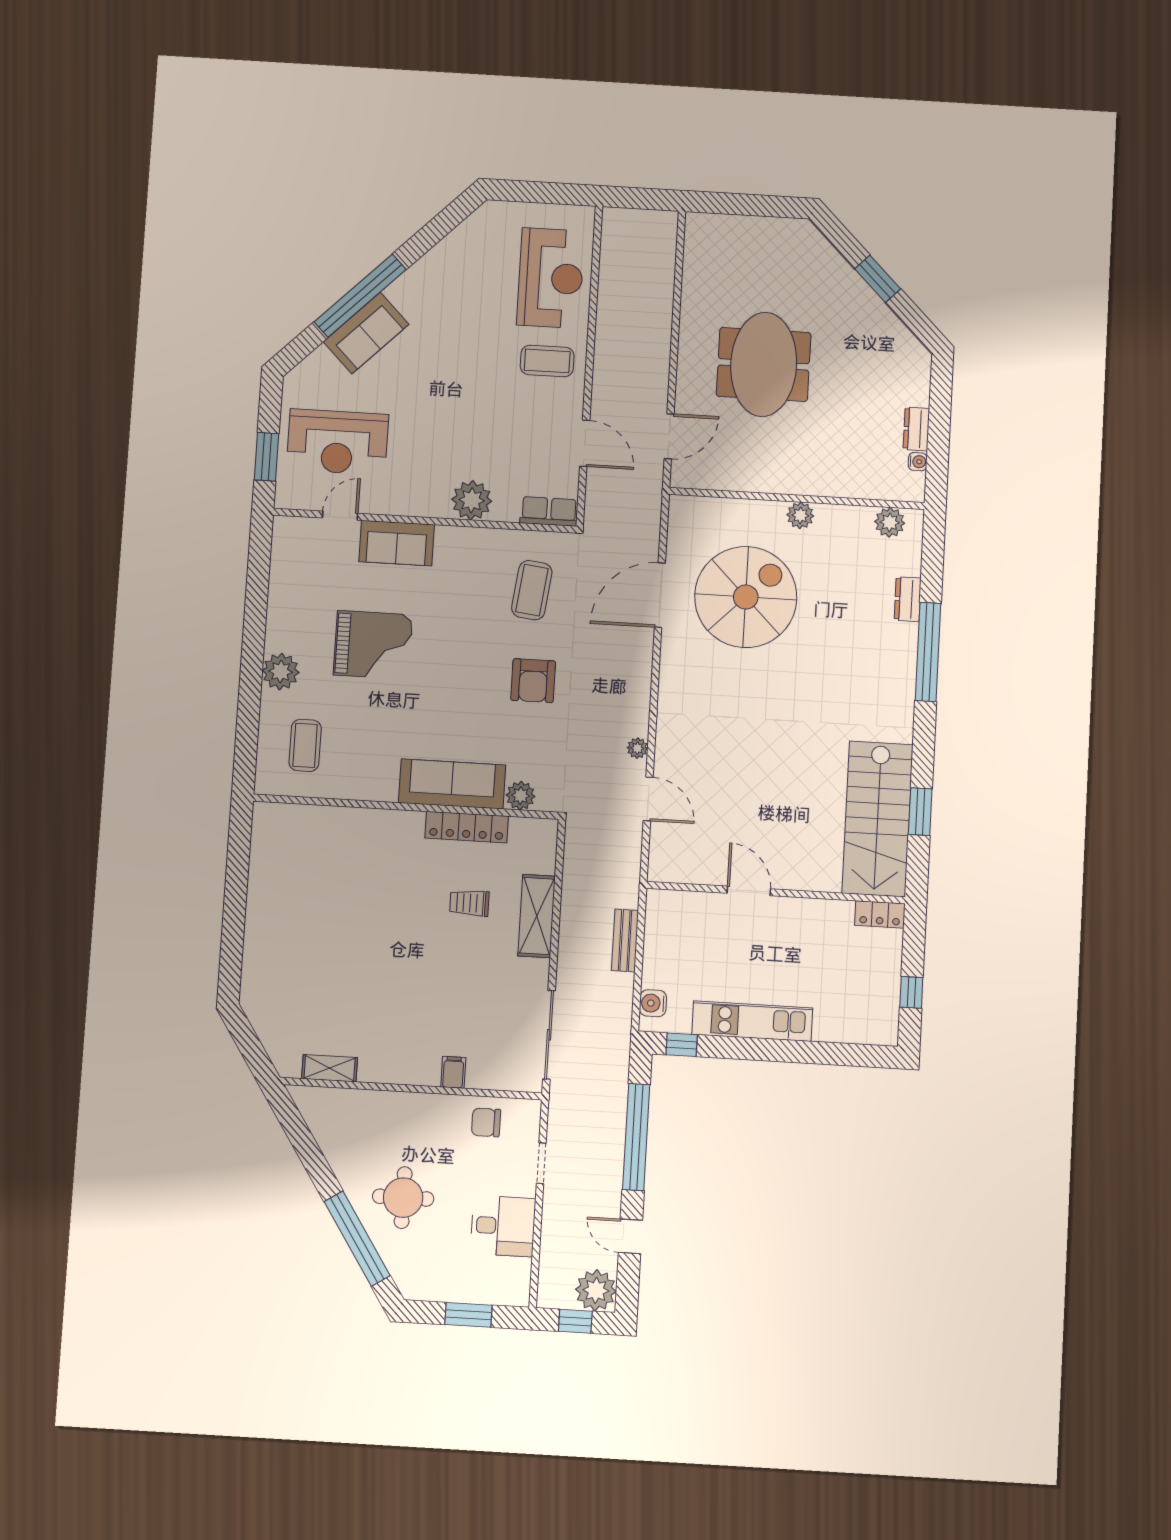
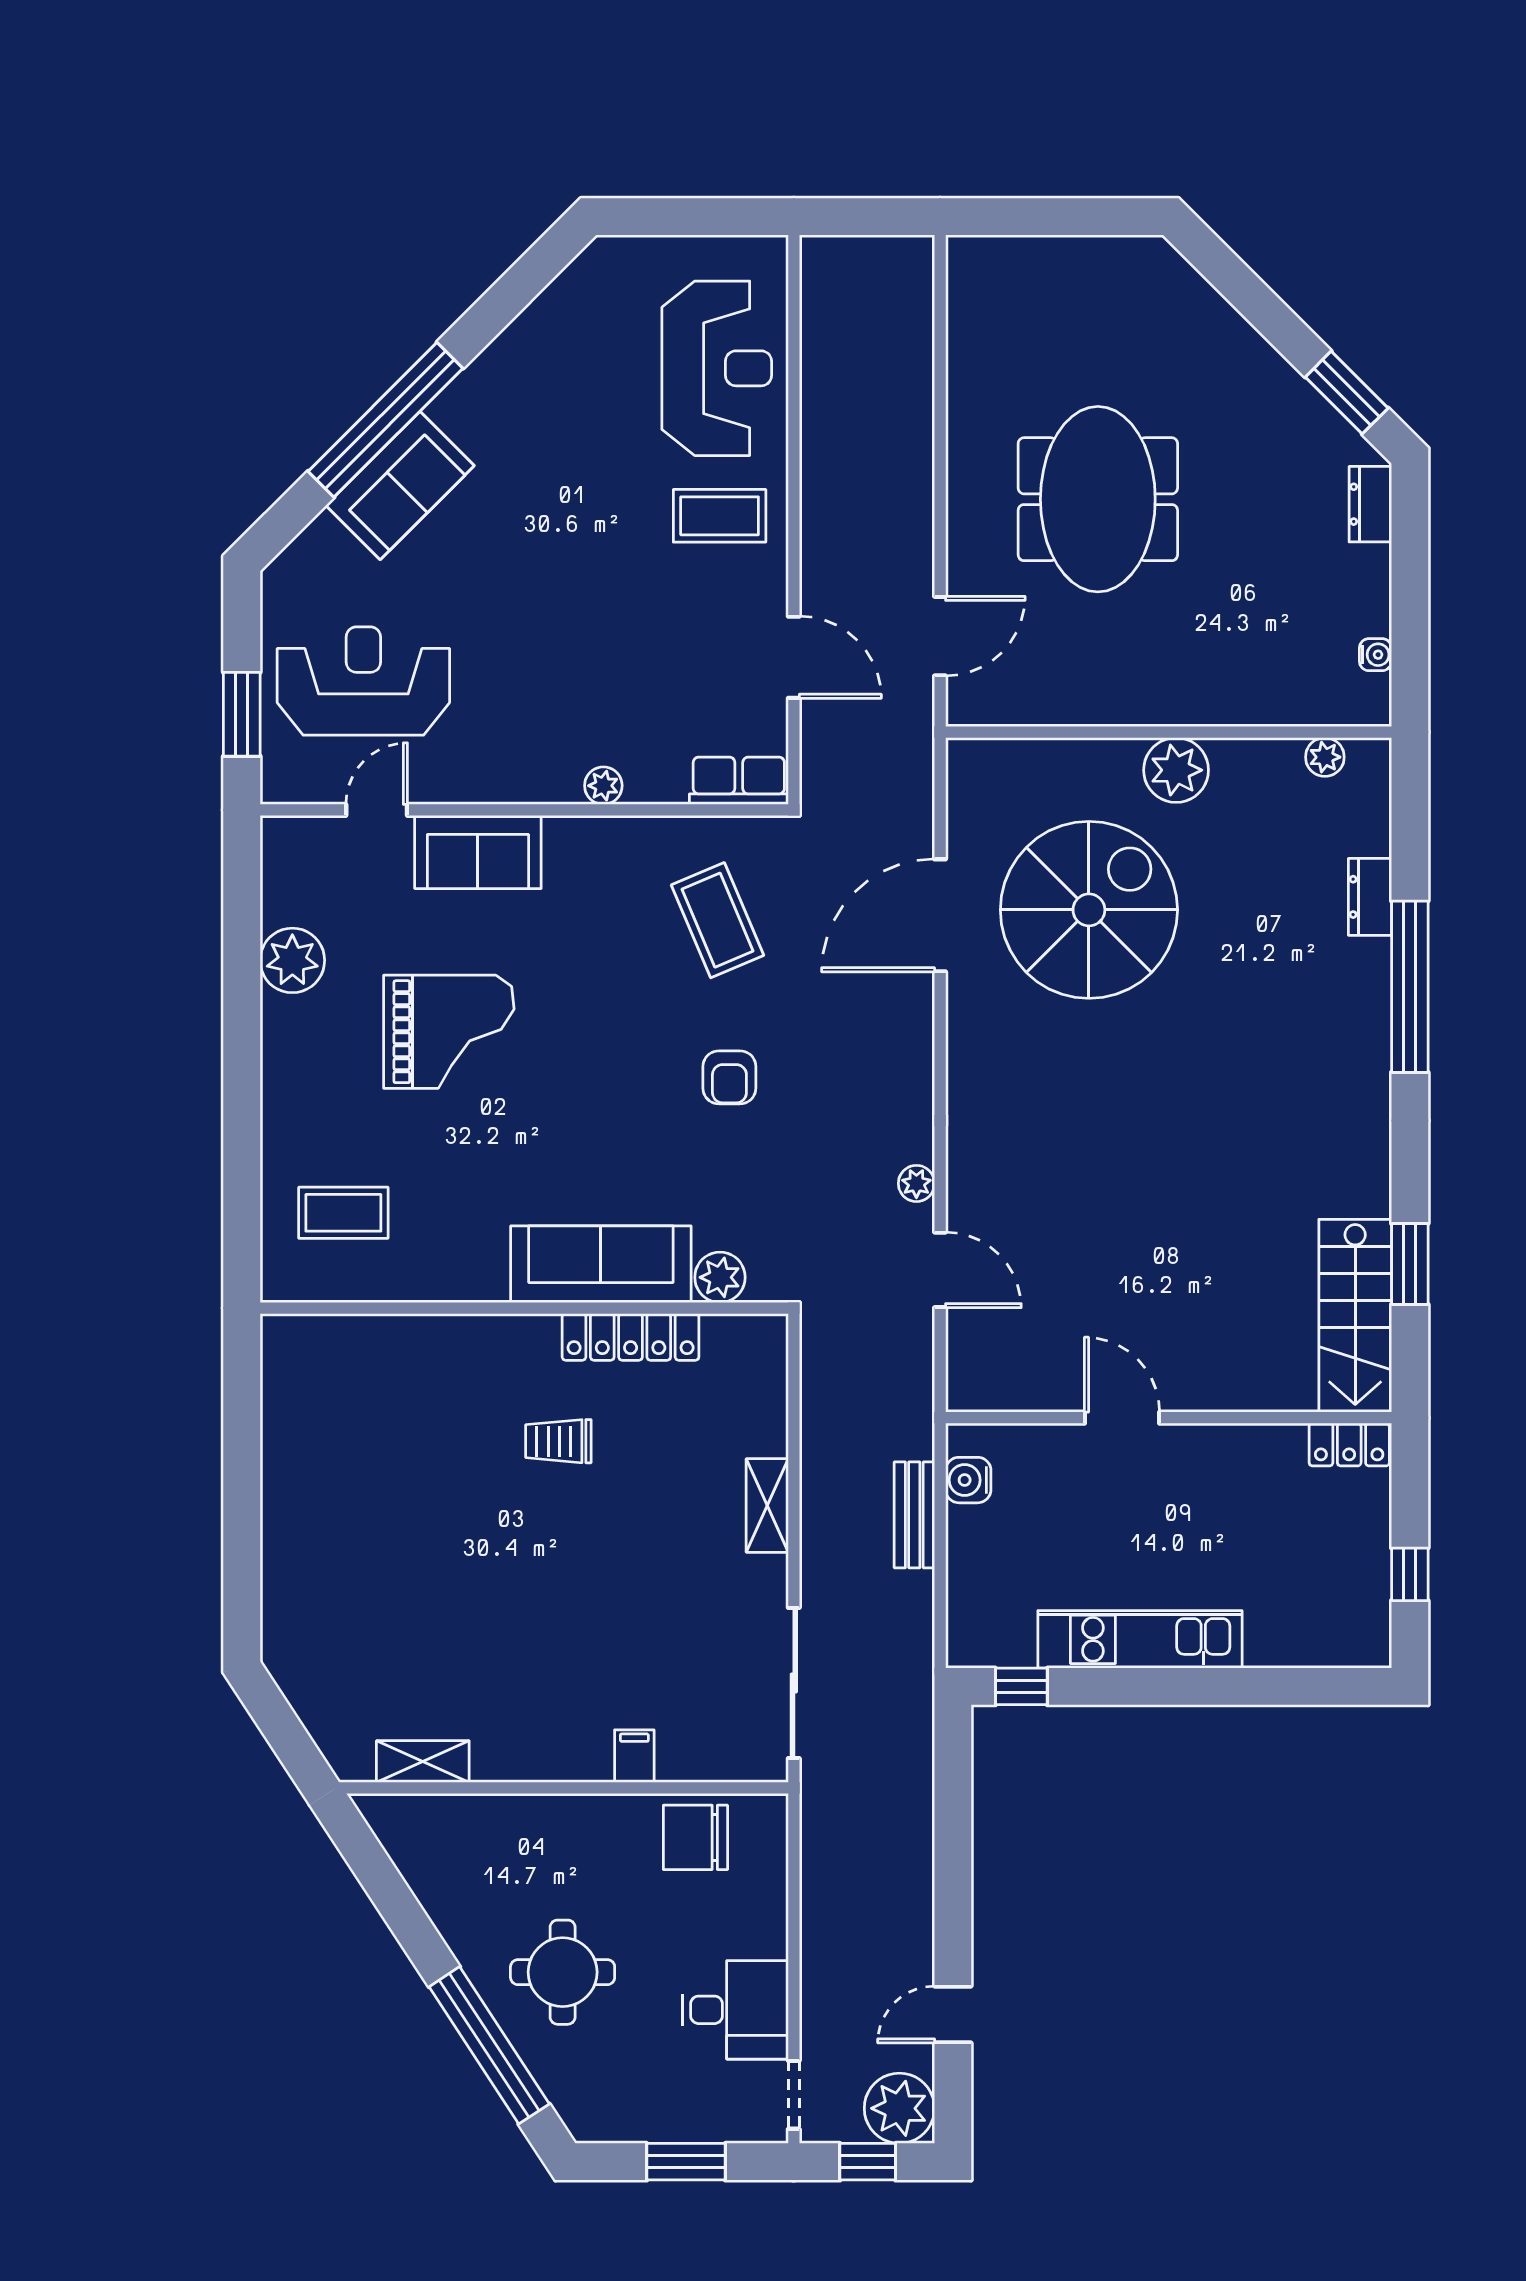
window: (878, 279) -> (1347, 393), moved
dresser: (916, 429) -> (1370, 504), moved
reception desk: (337, 442) -> (363, 681), turned 180
plant: (472, 500) -> (603, 786), width x0.53, depth x0.53
plant: (800, 515) -> (1176, 770), width x1.36, depth x1.36
plant: (890, 522) -> (1325, 757), width x0.73, depth x0.73
coffee table: (532, 590) -> (718, 920), turned -30
plant: (281, 672) -> (292, 960), moved
armchair: (533, 681) -> (729, 1077), width x0.72, depth x0.72
coffee table: (305, 745) -> (343, 1213), turned 90
stairs: (877, 819) -> (1355, 1316), width x0.73, depth x0.66
trolley: (469, 903) -> (558, 1441), moved
shelving: (537, 916) -> (767, 1505), width x0.67, depth x0.75
water cooler: (653, 1003) -> (968, 1480), moved
chair: (486, 1122) -> (695, 1837), width x1.37, depth x1.37
window: (636, 1137) -> (953, 1847), removed
doorway: (541, 1163) -> (794, 2095), moved
door: (630, 1236) -> (953, 2015), hinge flipped

